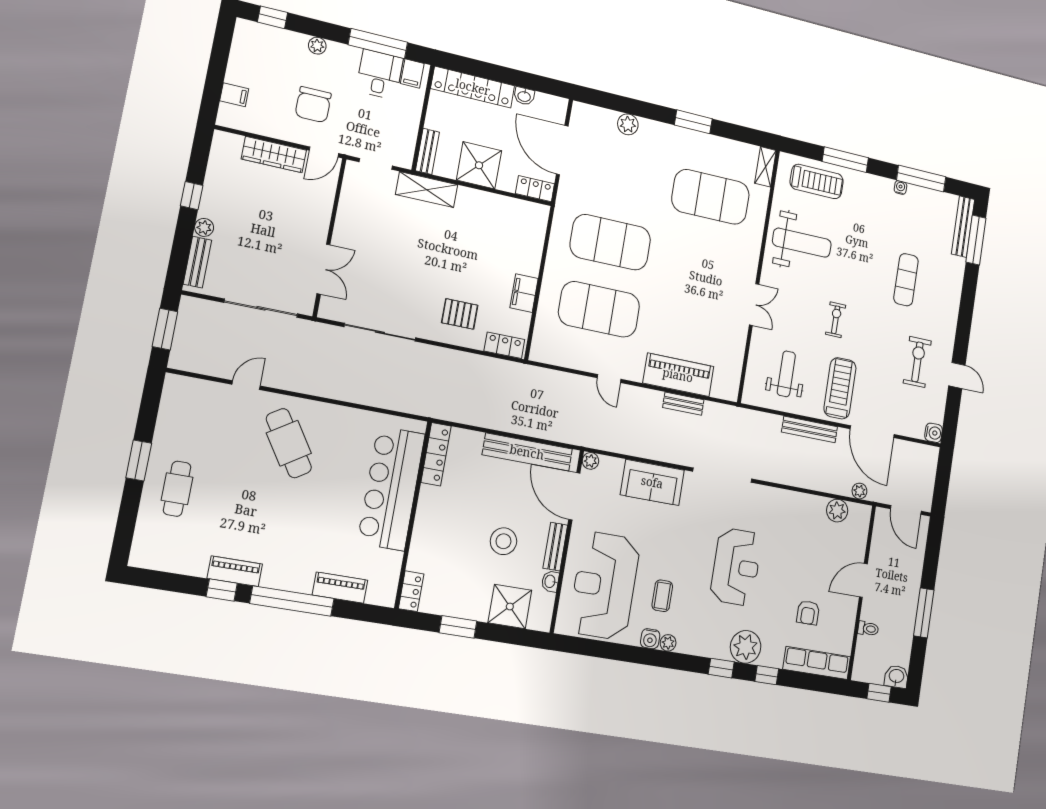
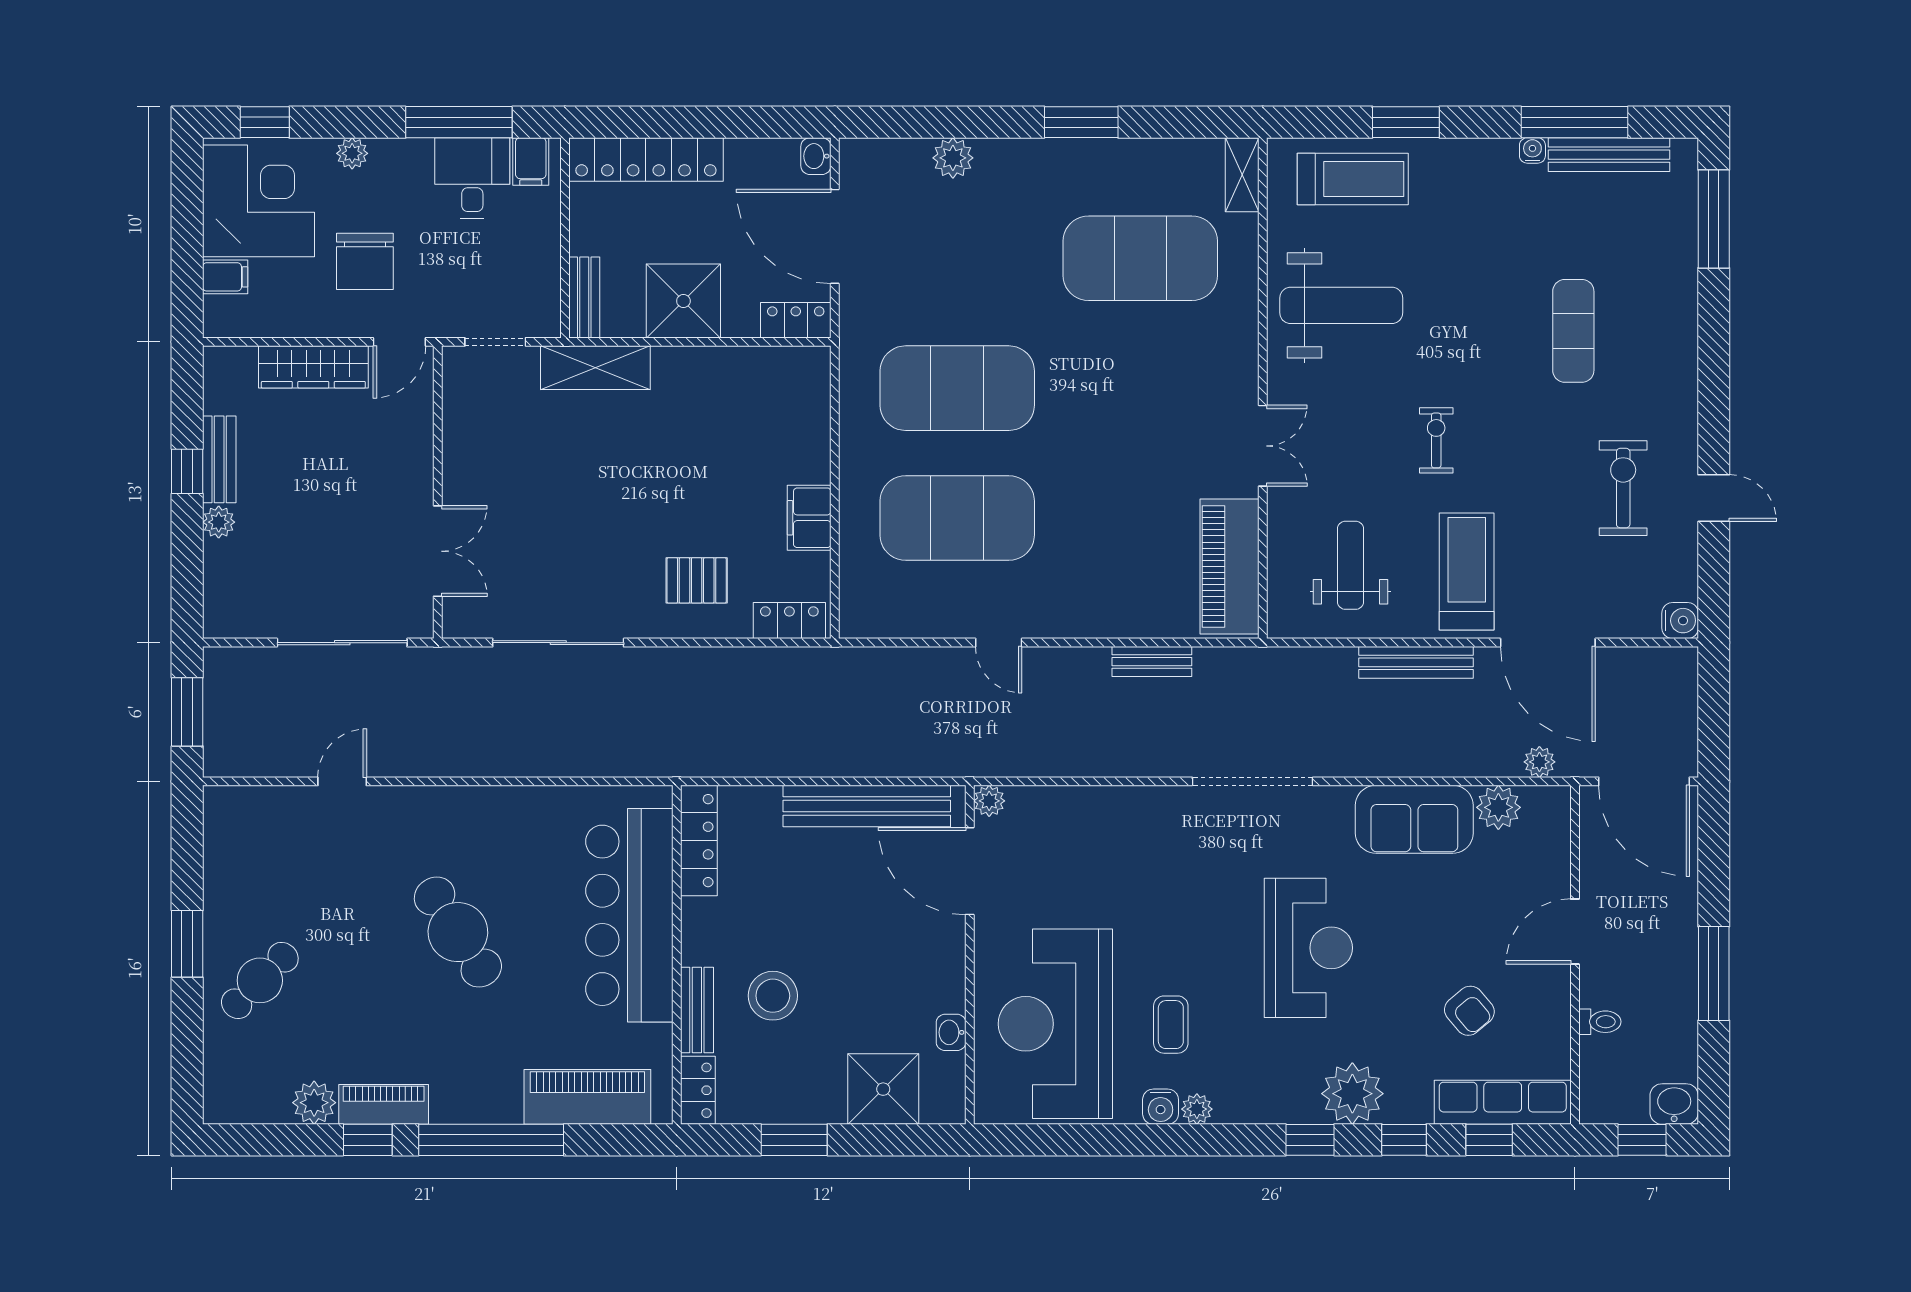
corner desk: (261, 58) -> (258, 201), added
washbasin: (524, 96) -> (816, 156), moved, turned 90
window: (845, 160) -> (1406, 122), width x0.69
bench: (963, 227) -> (1609, 155), moved, turned 90
bench: (197, 262) -> (219, 459), moved
piano: (678, 375) -> (1229, 566), moved, turned -90
cafe table: (289, 443) -> (458, 932), moved
sofa: (652, 482) -> (1414, 819), moved
cafe table: (177, 489) -> (260, 980), turned 45
door: (906, 510) -> (1644, 781), width x1.36
stool: (503, 541) -> (773, 996), moved
bench: (555, 547) -> (697, 1010), moved
plant: (195, 564) -> (314, 1103), added
piano: (340, 588) -> (587, 1097), width x1.37, depth x1.33
armchair: (808, 613) -> (1469, 1011), turned -40
window: (807, 682) -> (1489, 1140), added

